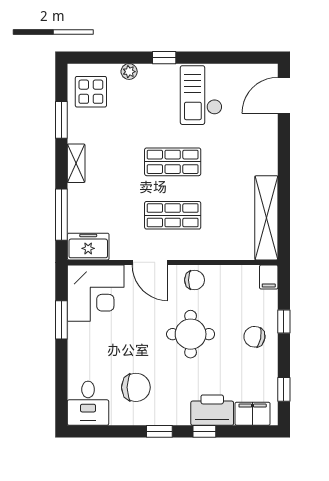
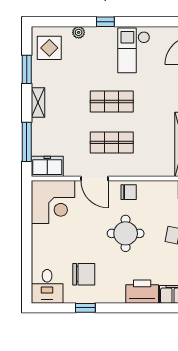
window: (61, 320) -> (27, 222), removed
window: (159, 431) -> (85, 308), moved
window: (204, 431) -> (136, 308), removed

